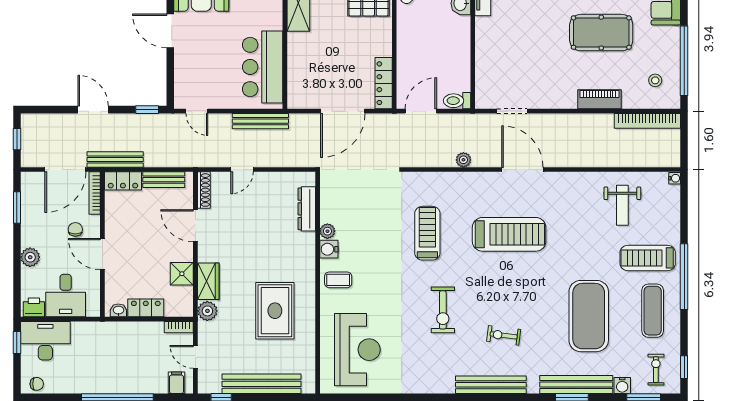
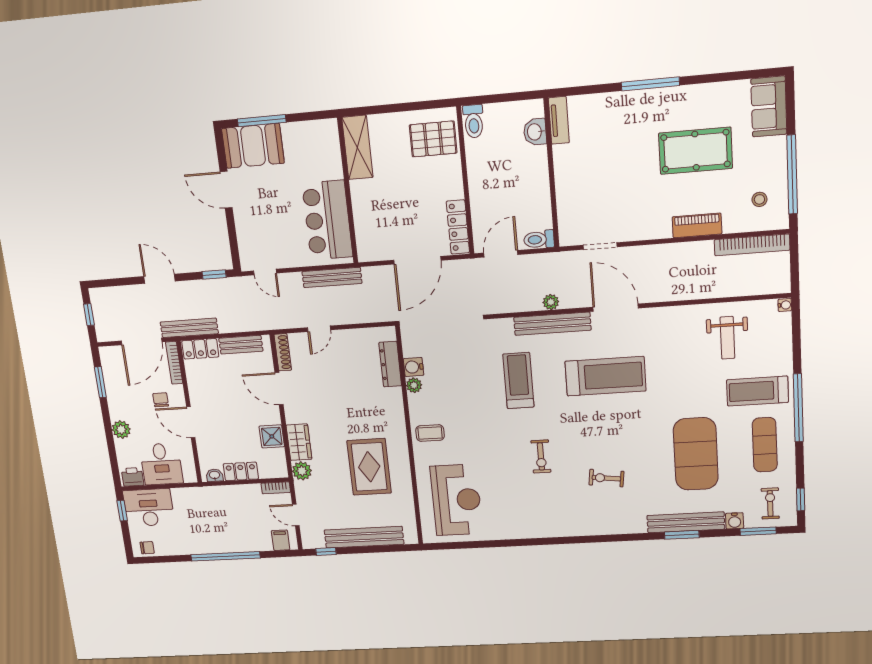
water cooler: (329, 249) -> (413, 367), moved
exercise bike: (443, 310) -> (541, 456), width x0.73, depth x0.72
bench: (491, 385) -> (552, 324), moved

